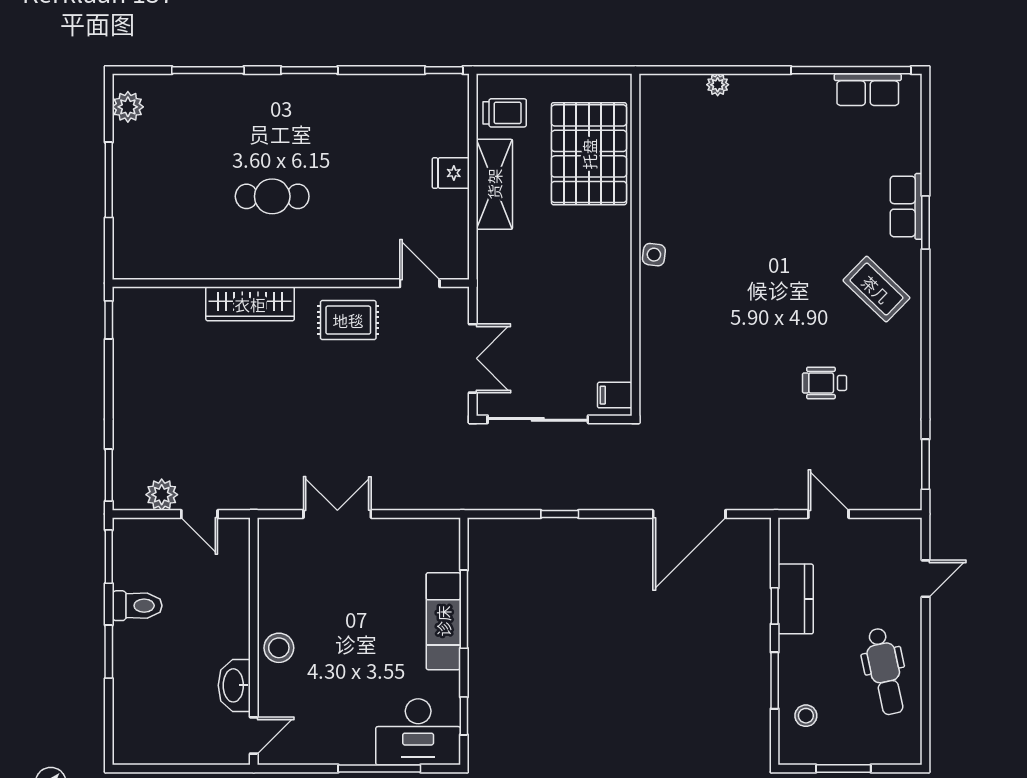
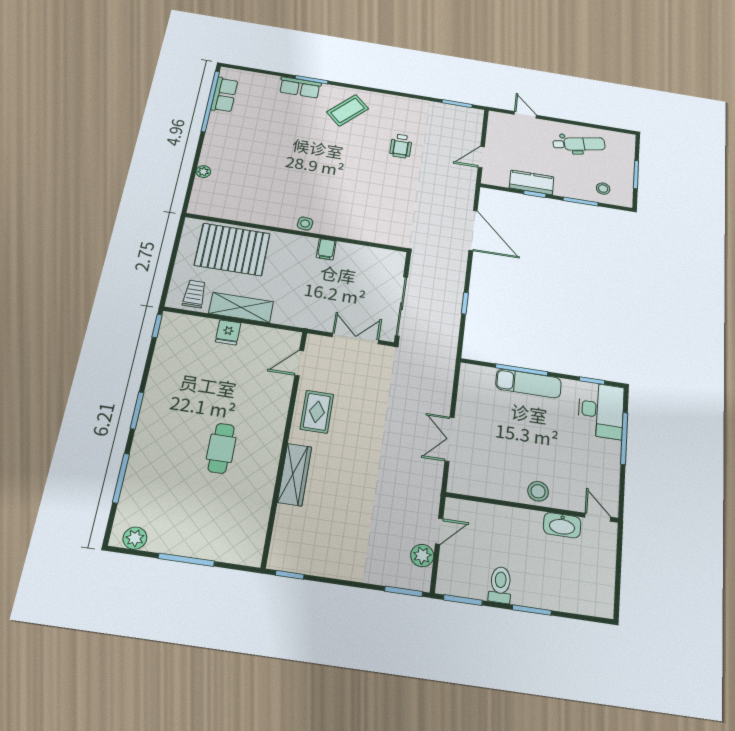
filing cabinet: (615, 395) -> (326, 249), moved

